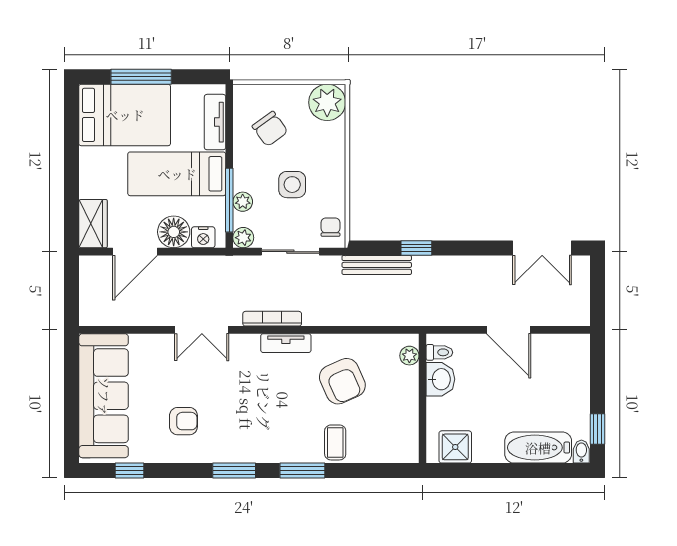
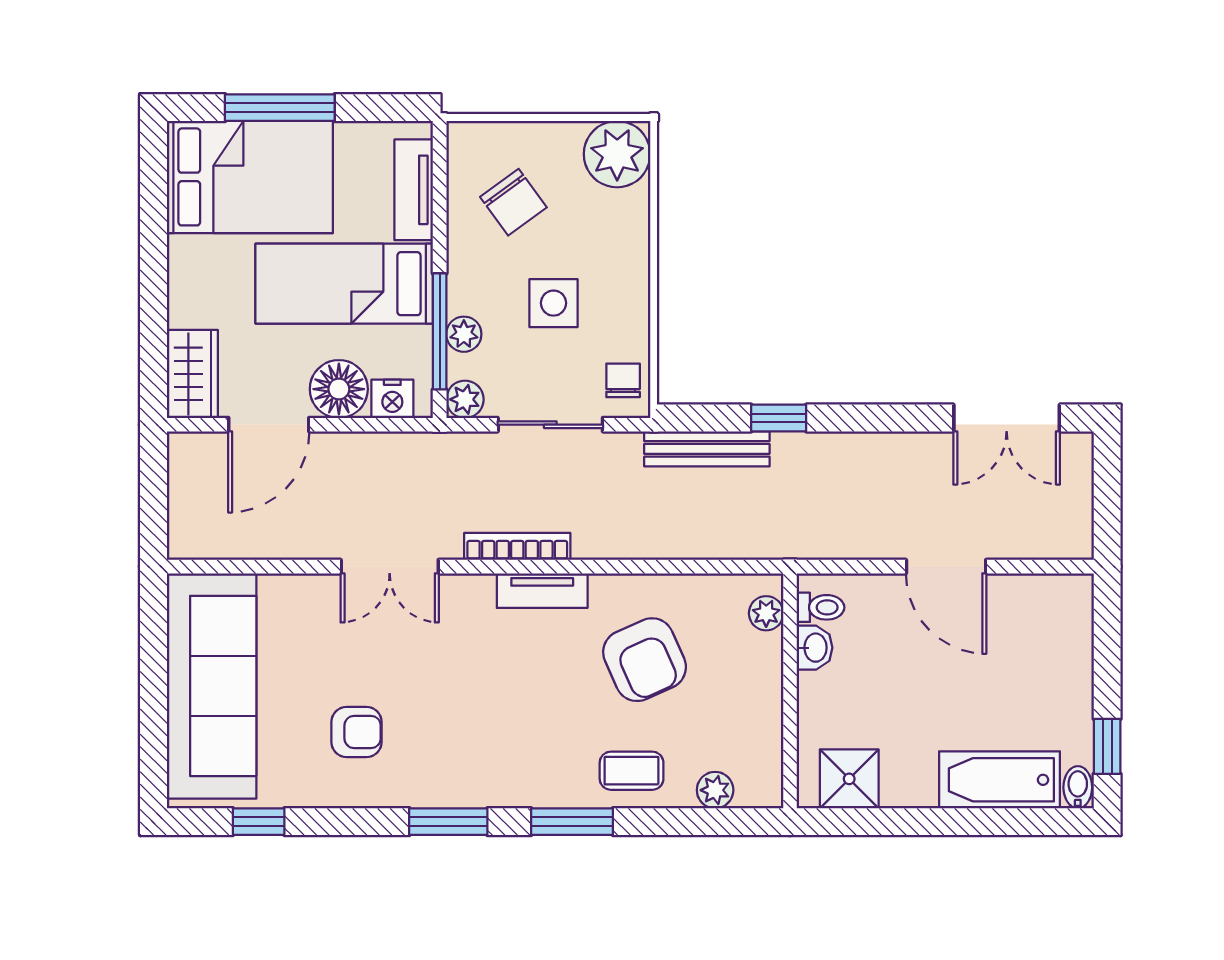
washbasin: (440, 379) -> (814, 648), width x0.72, depth x0.69
coffee table: (335, 442) -> (632, 771), turned 90
plant: (381, 453) -> (715, 790), added

